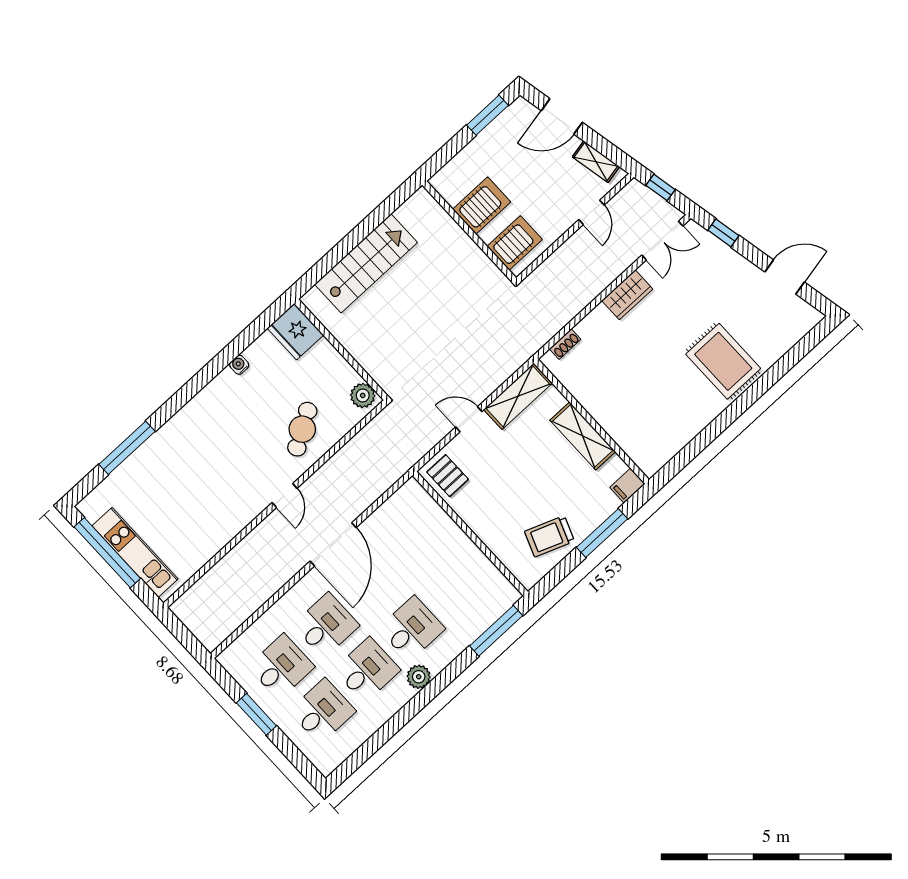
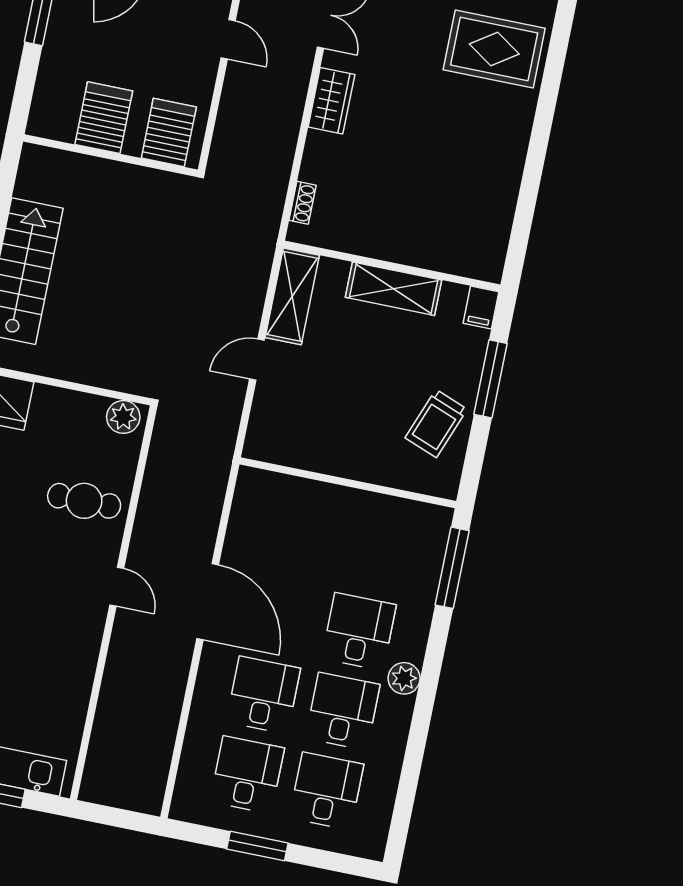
rug: (723, 361) -> (494, 49), moved
cafe table: (302, 429) -> (84, 501), turned -59
pallet: (448, 476) -> (278, 438), removed

